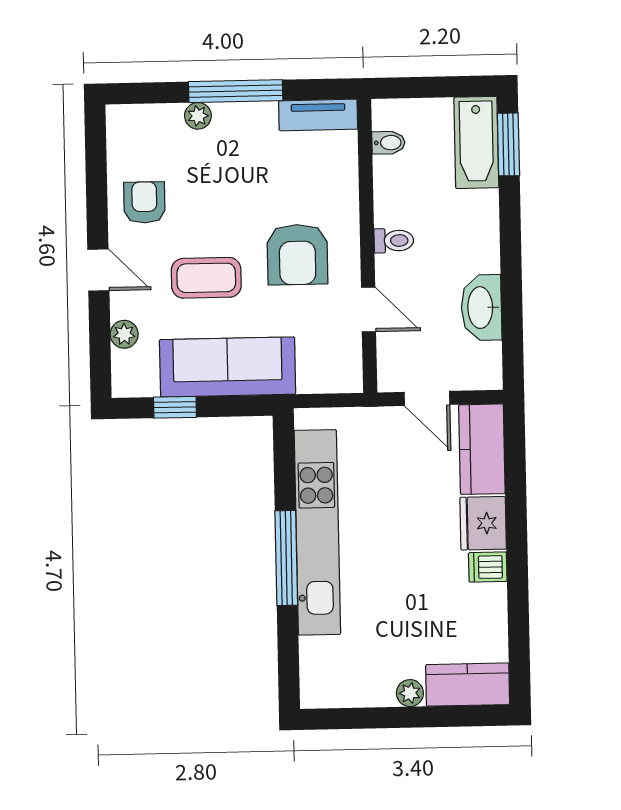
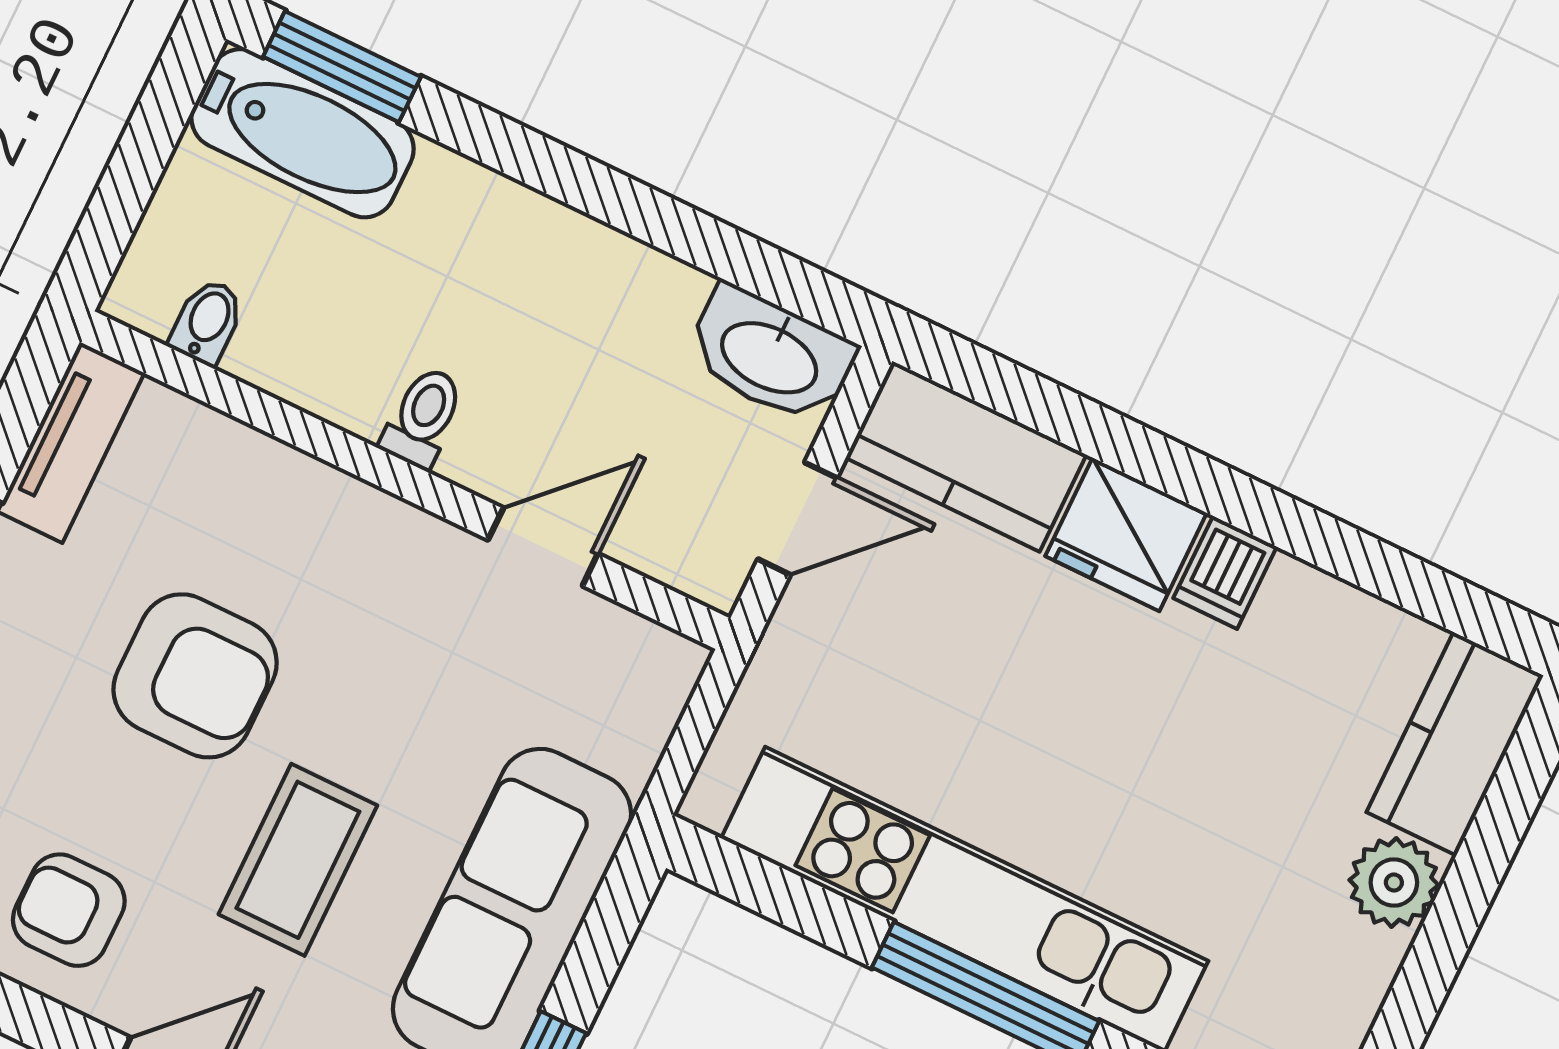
armchair: (297, 255) -> (195, 676), moved
washbasin: (481, 308) -> (770, 355), moved
plant: (410, 693) -> (1394, 883), width x1.38, depth x1.38

